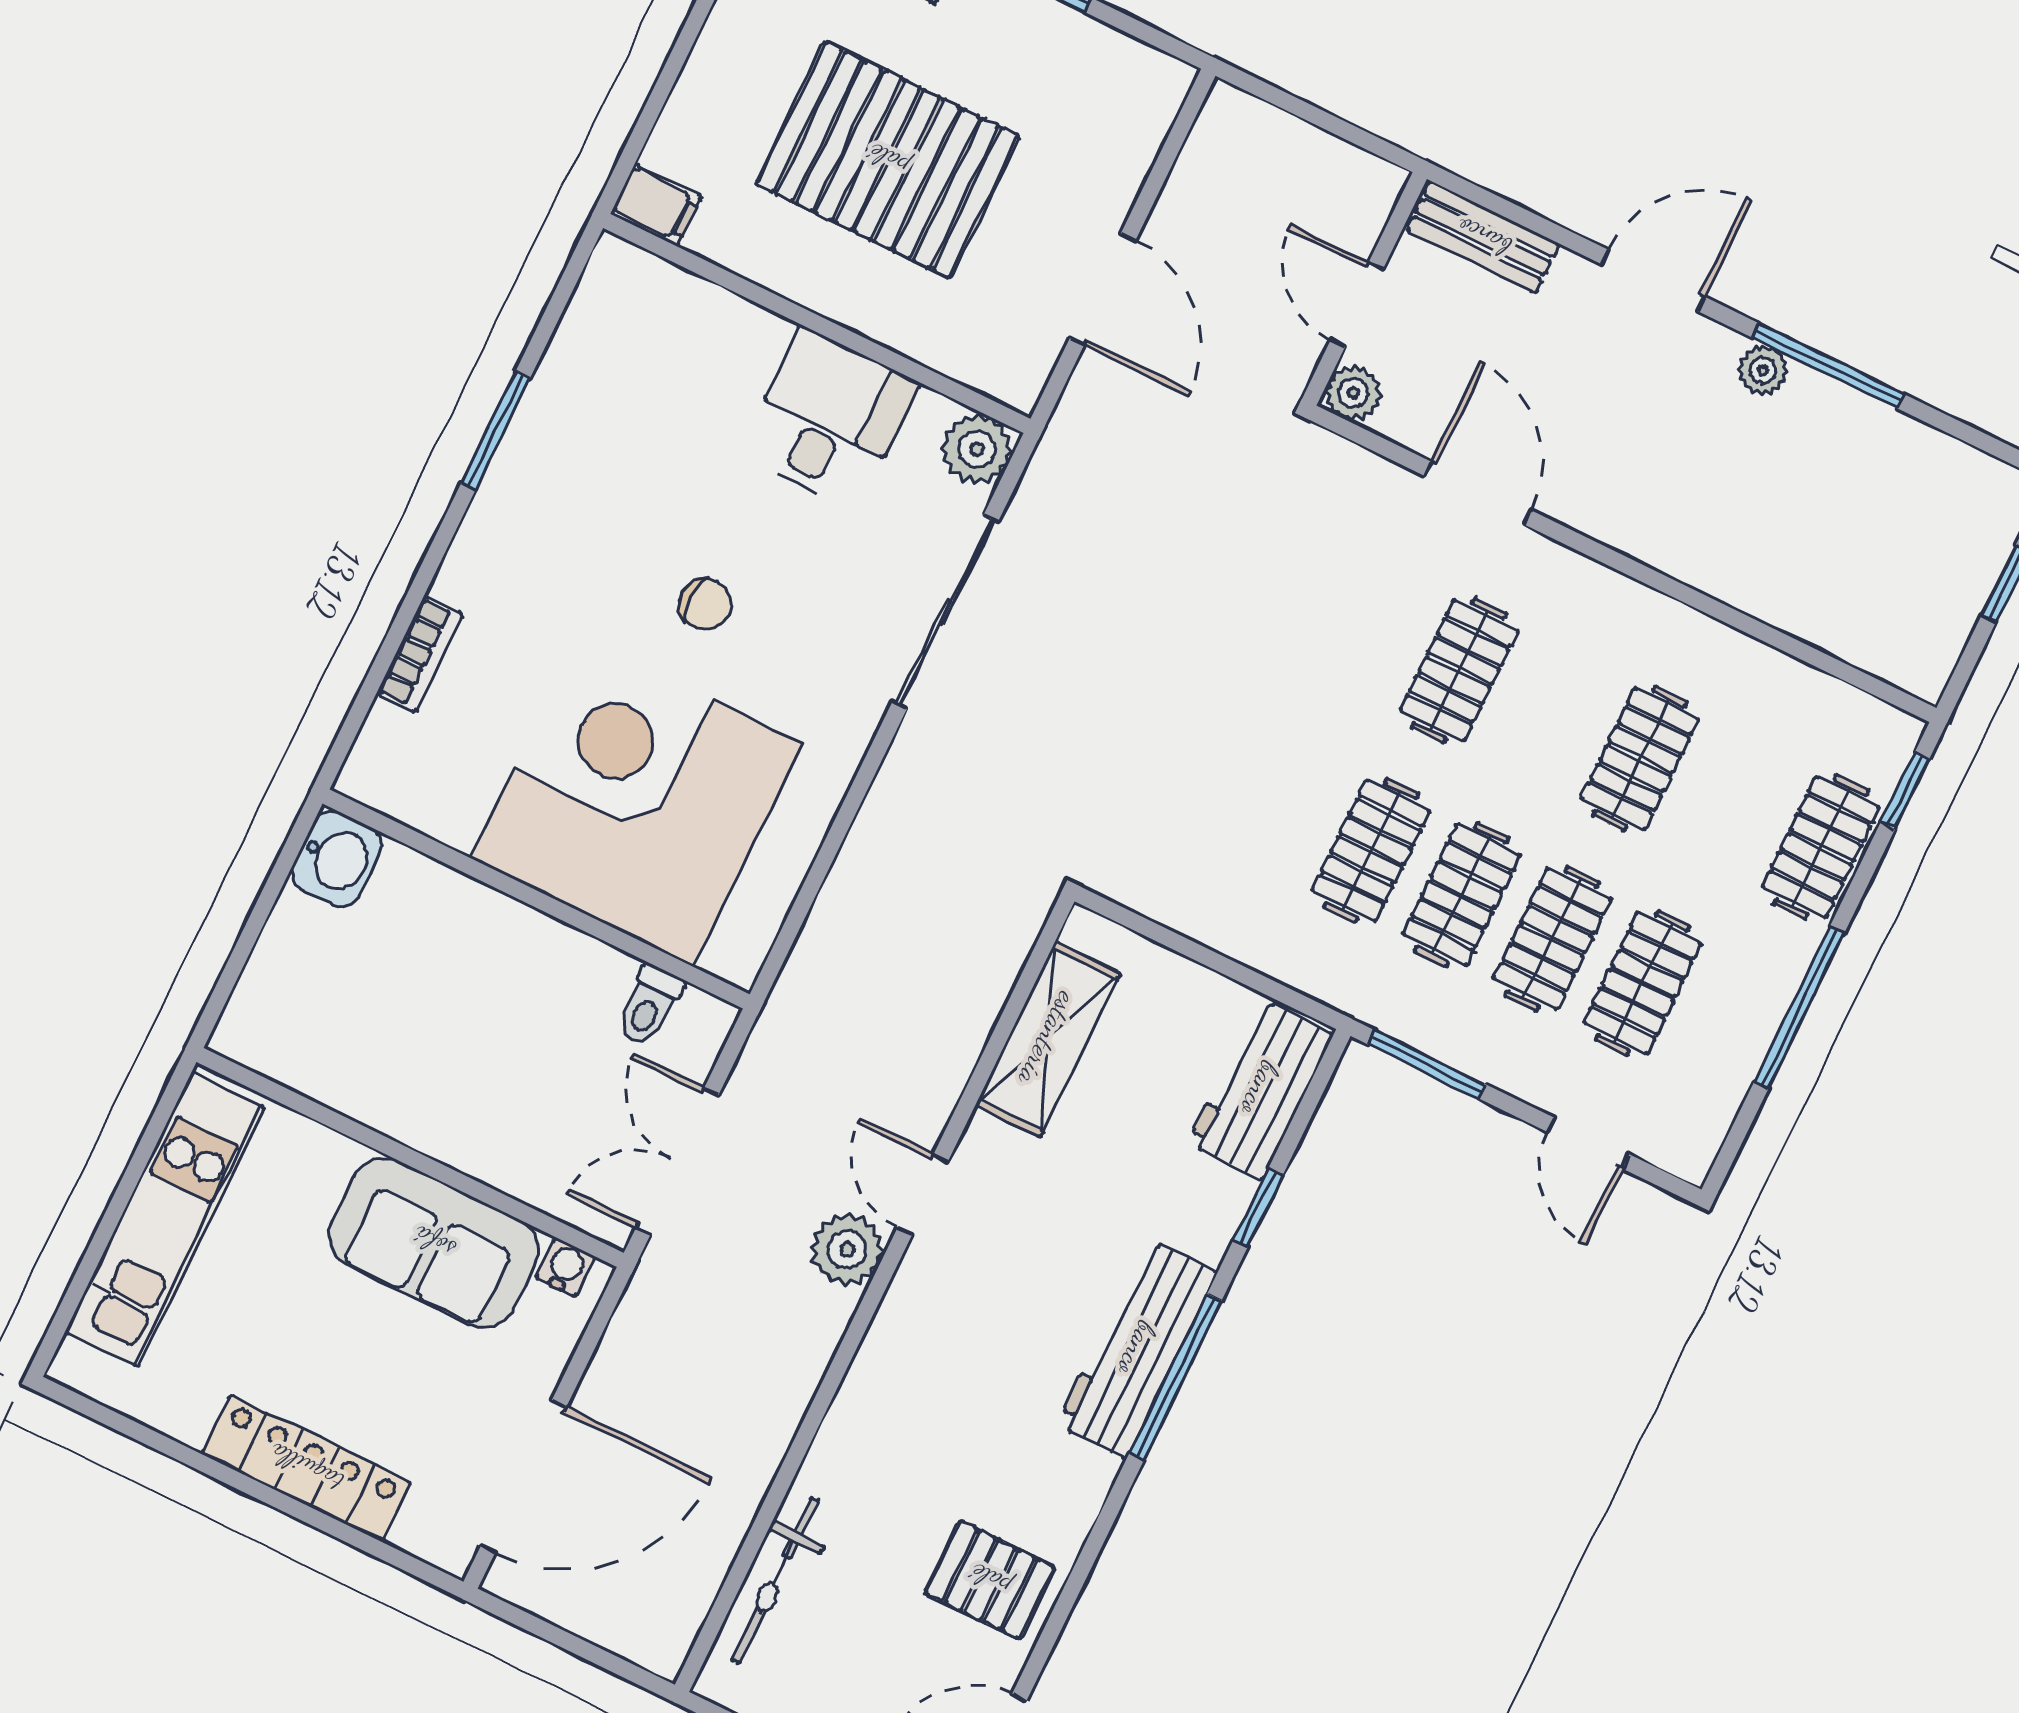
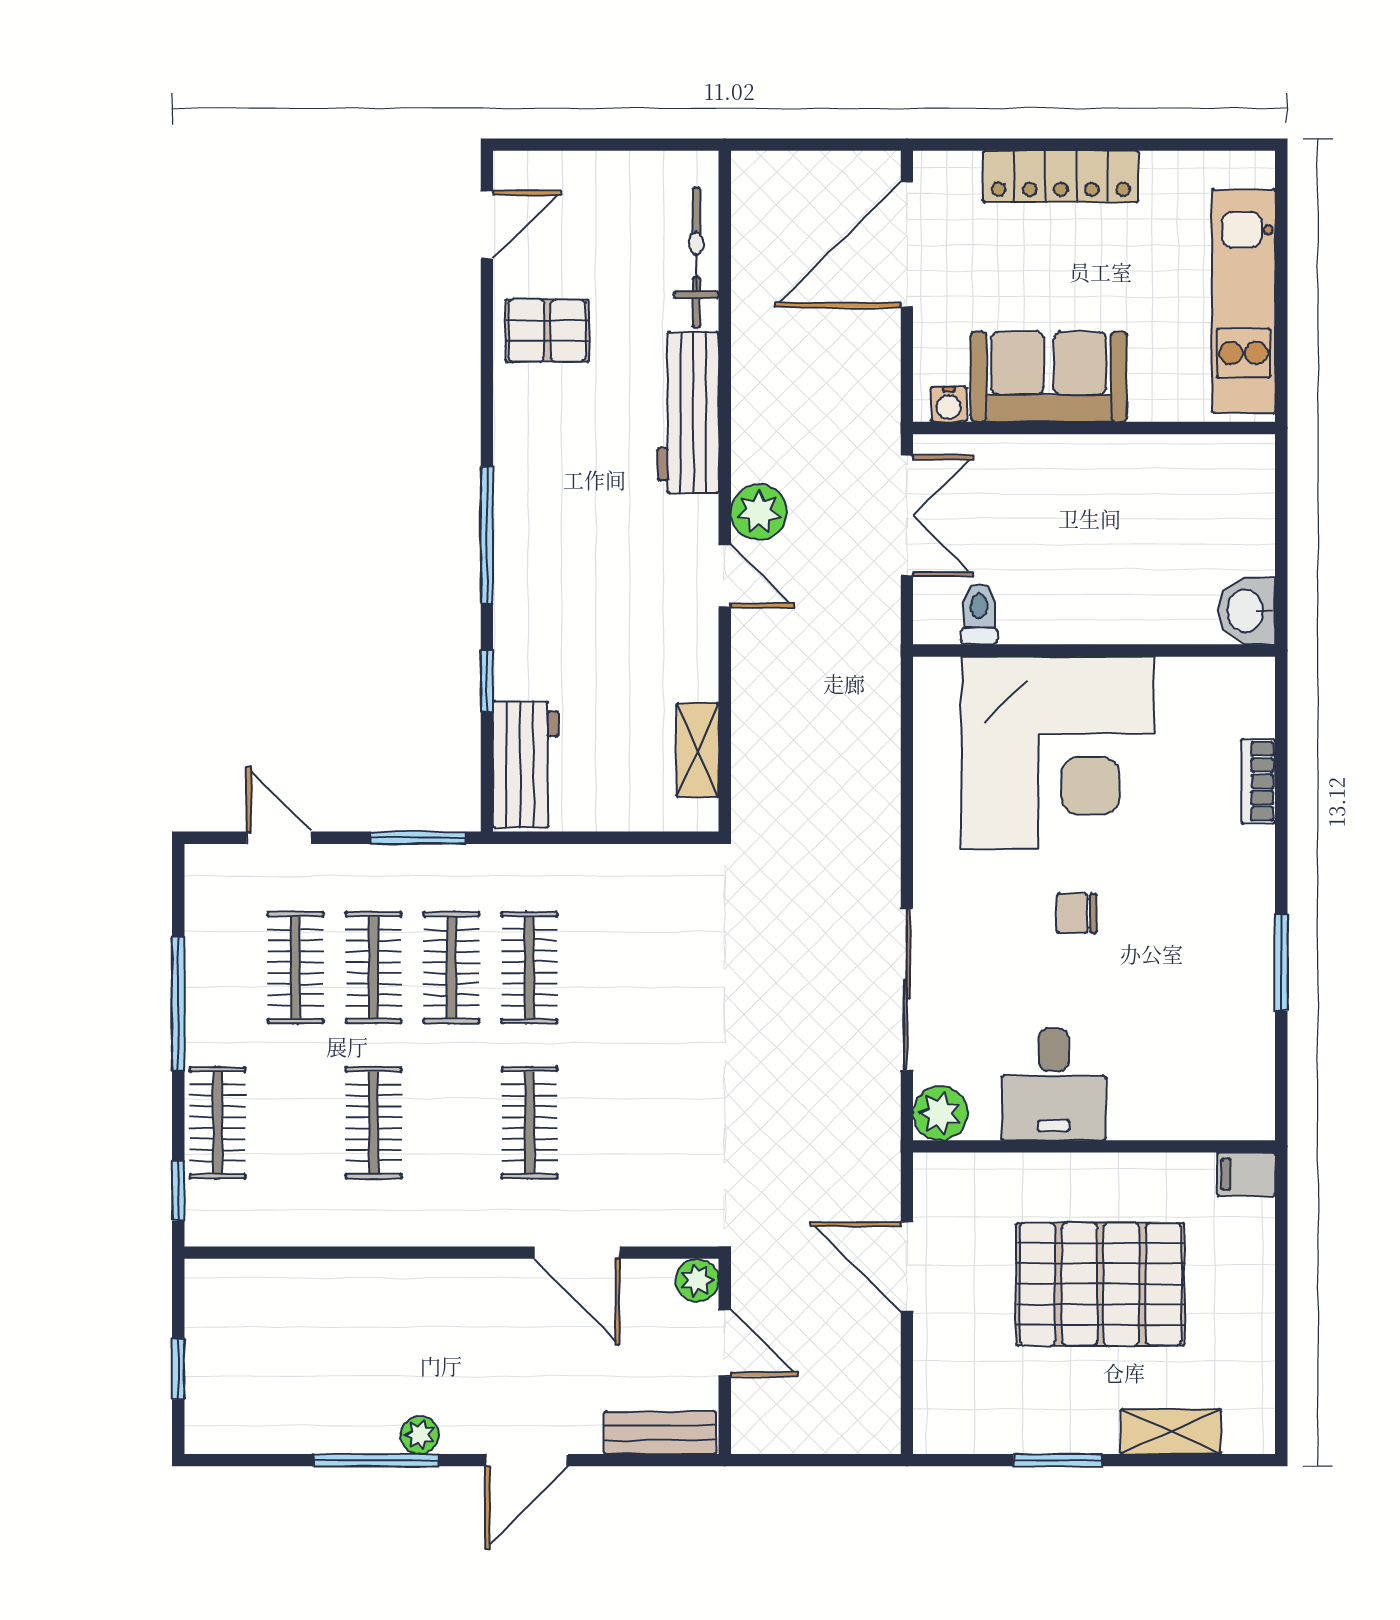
shelving: (1048, 1039) -> (697, 750), width x0.67, depth x0.75
workbench: (1137, 1349) -> (688, 413), moved, turned 180

